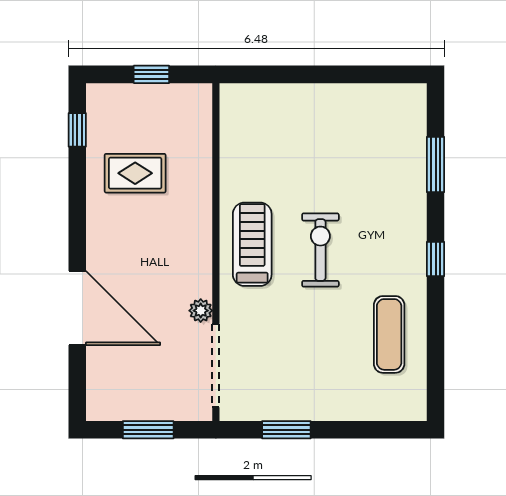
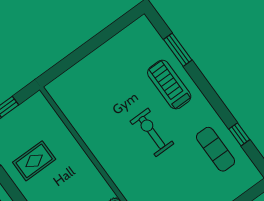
treadmill: (252, 244) -> (169, 85), moved
window: (436, 259) -> (239, 134), moved

